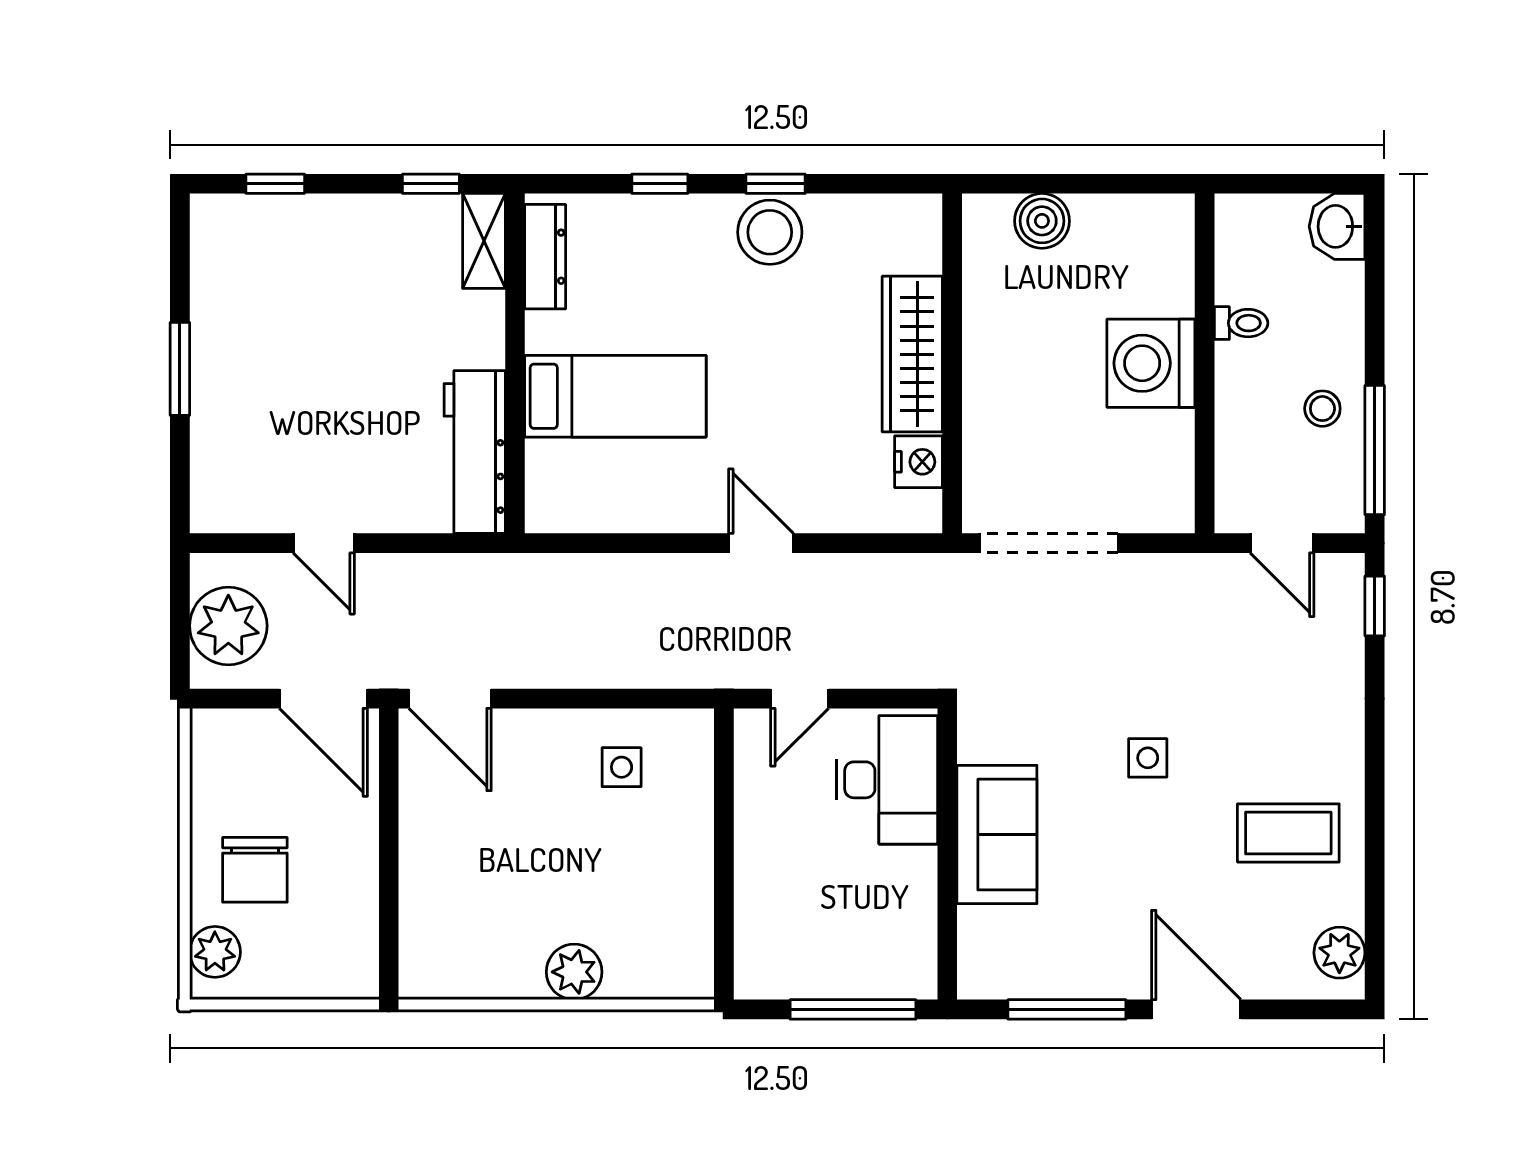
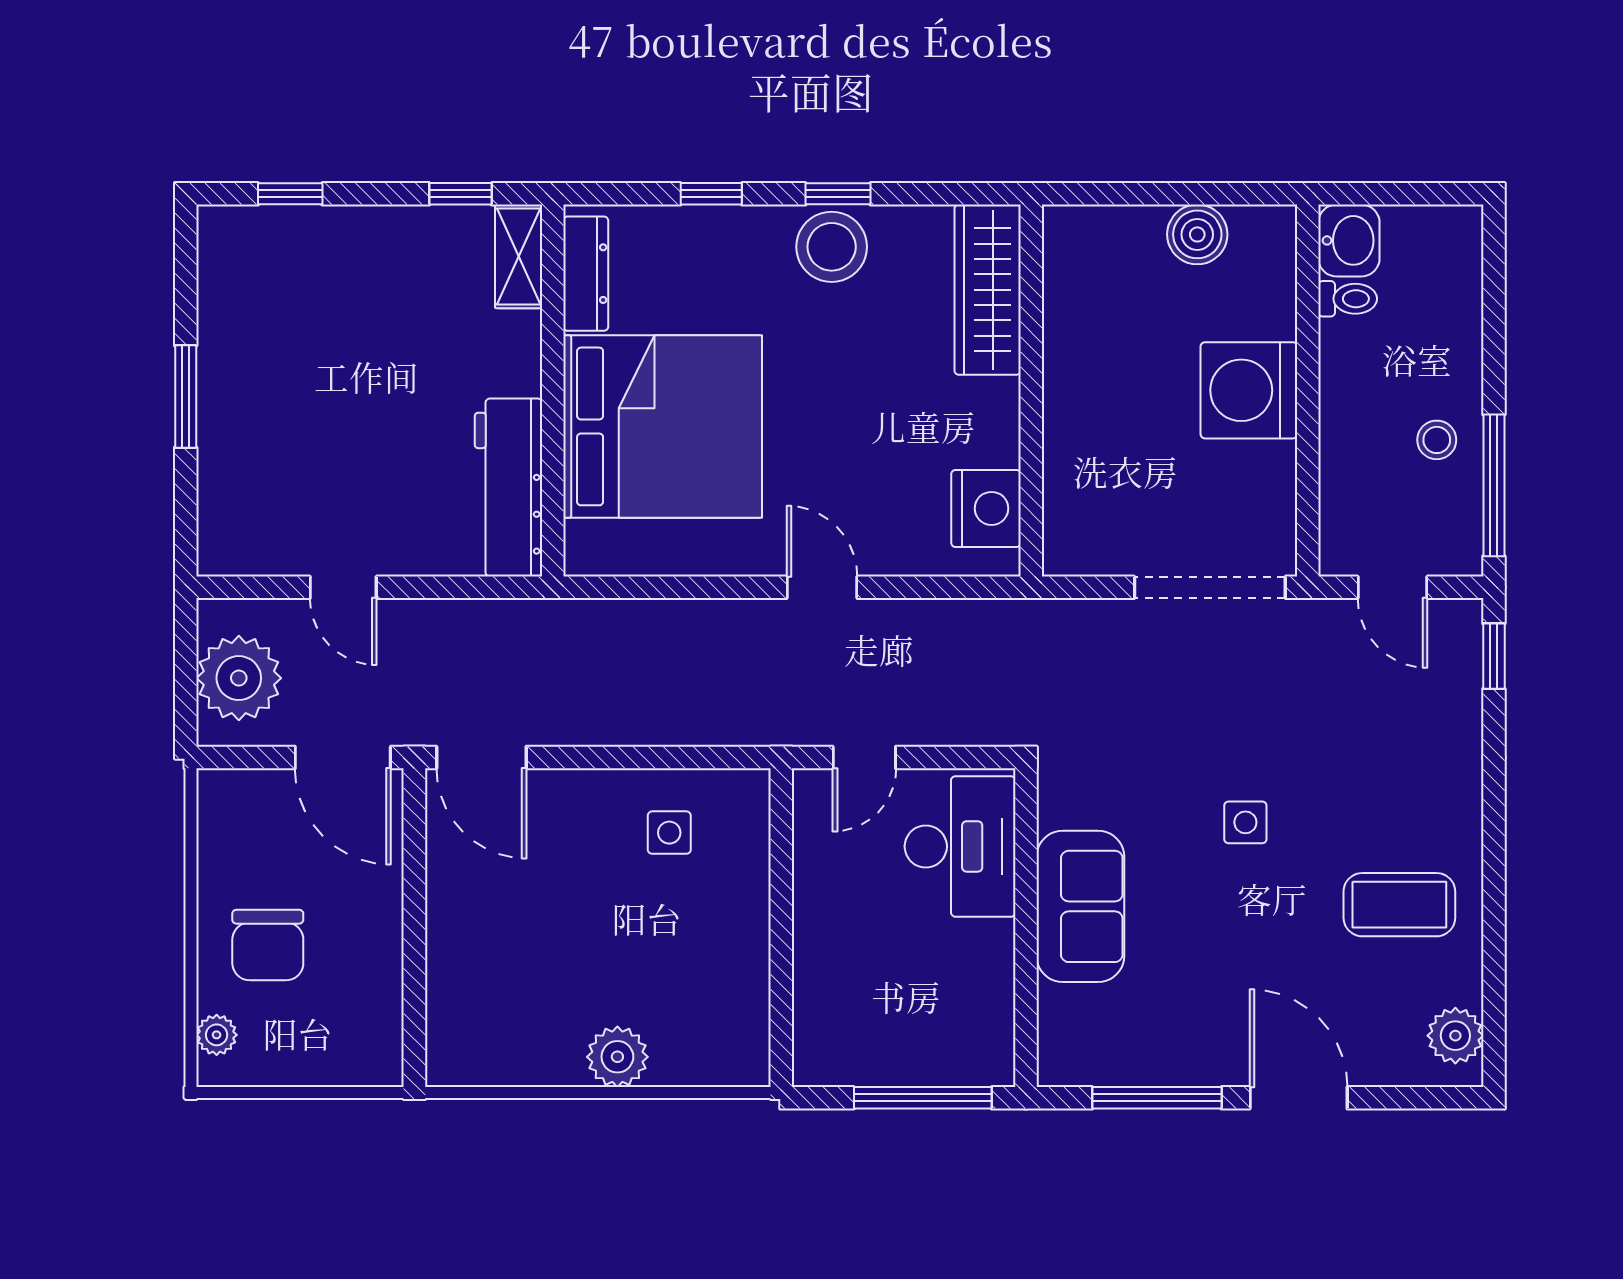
boiler: (1042, 221) -> (1197, 234), moved
washbasin: (1337, 226) -> (1349, 240), moved, turned 180
toilet: (1241, 323) -> (1348, 299), moved
wardrobe: (912, 354) -> (988, 290), moved
bed: (615, 396) -> (663, 426), width x2.04
nightstand: (919, 462) -> (986, 508), width x1.36, depth x1.33
doorway: (1049, 543) -> (1210, 587), moved
plant: (215, 952) -> (217, 1035), width x0.73, depth x0.73

